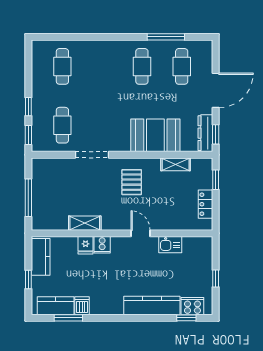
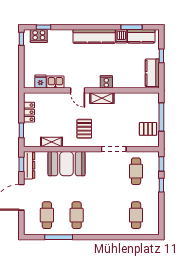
pallet: (46, 182) -> (148, 129), added
shelving: (85, 223) -> (102, 98), moved
fridge: (86, 245) -> (40, 82), moved
window: (216, 279) -> (21, 39), moved
kitchen counter: (152, 306) -> (94, 36), moved

